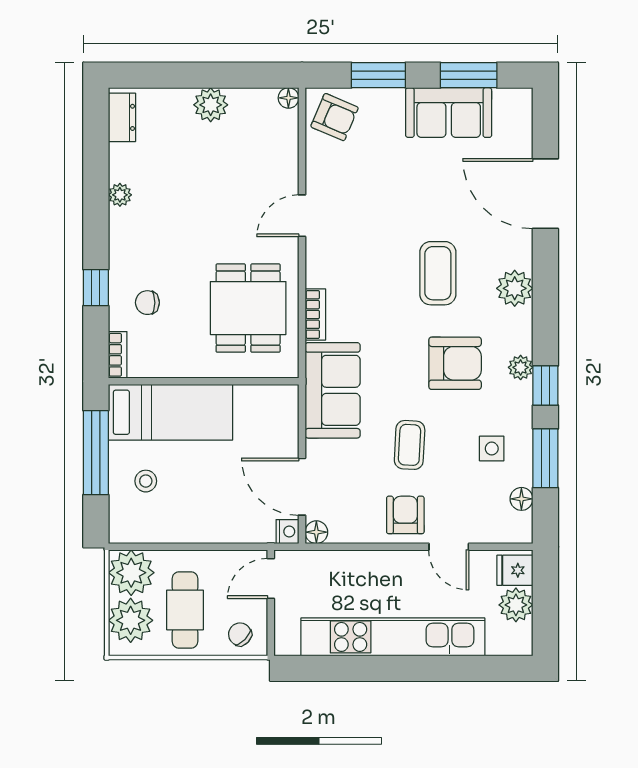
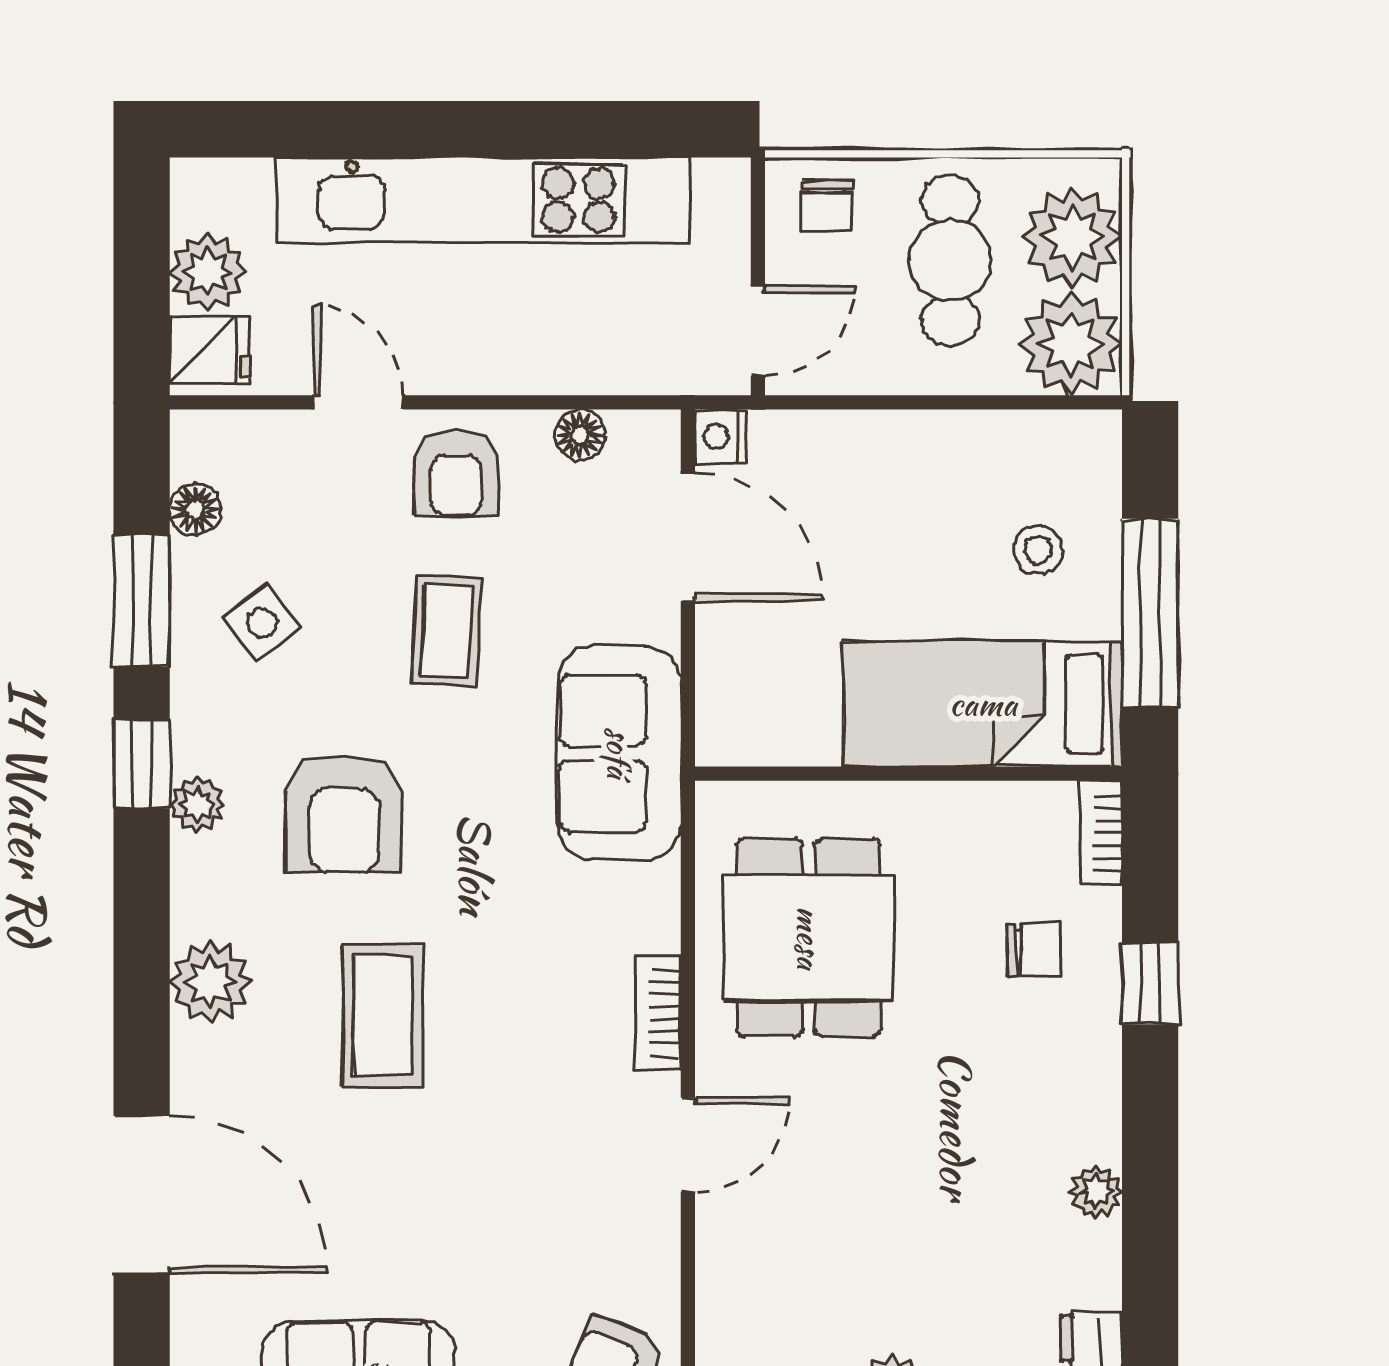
bookcase: (315, 314) -> (658, 1013), moved
armchair: (455, 363) -> (344, 814), turned -90
side table: (492, 449) -> (262, 623), turned -38
floor lamp: (316, 532) -> (580, 435), moved
chair: (240, 634) -> (827, 206), turned 46

